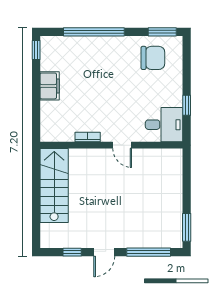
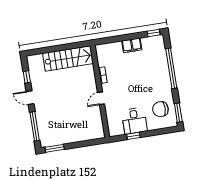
chair: (153, 58) -> (160, 109), turned 90
desk: (164, 125) -> (134, 121), moved

